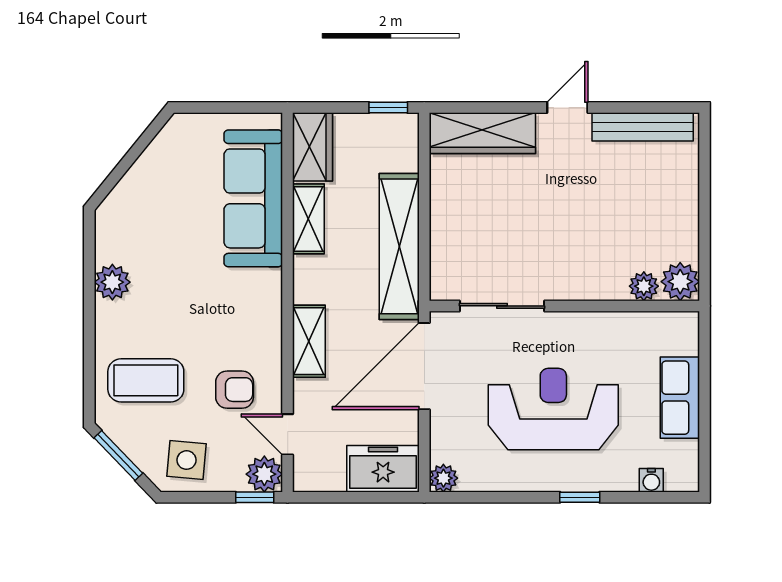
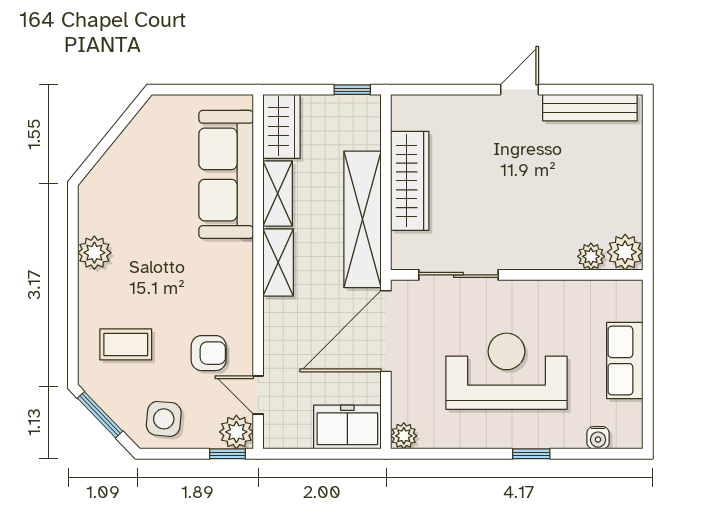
wardrobe: (482, 133) -> (410, 181), moved, turned -90
shelving: (309, 341) -> (278, 263), moved
coffee table: (146, 380) -> (126, 344), width x0.73, depth x0.77

